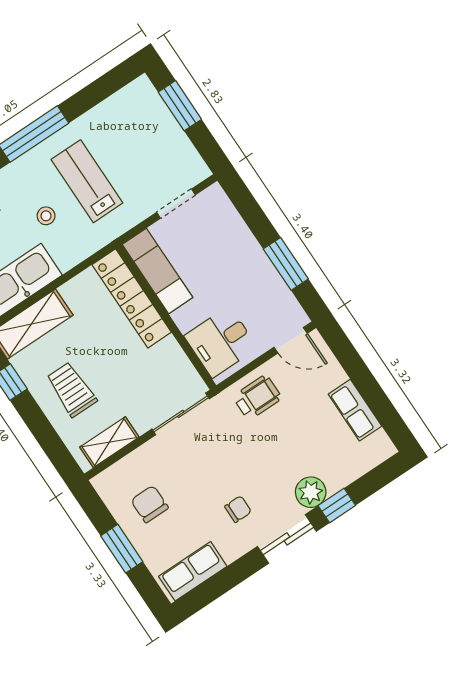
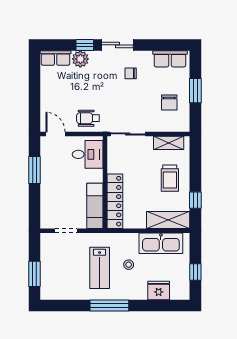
row of seats: (355, 410) -> (56, 58), moved, turned 90
plant: (311, 492) -> (80, 59), moved

